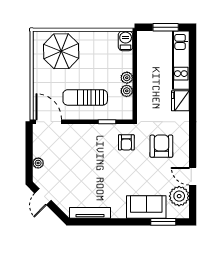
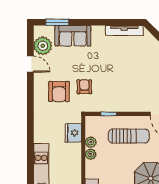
fridge: (180, 101) -> (73, 133), moved, turned 180
armchair: (126, 142) -> (84, 87), moved

